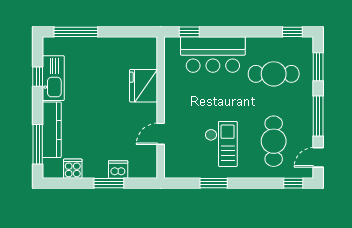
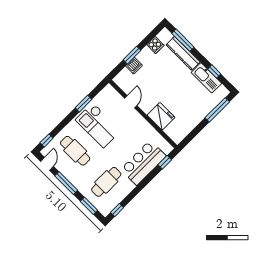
checkout: (221, 144) -> (98, 125), width x1.36, depth x1.21

